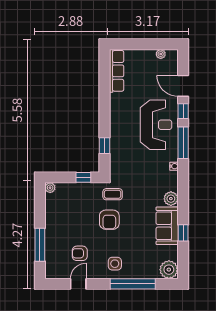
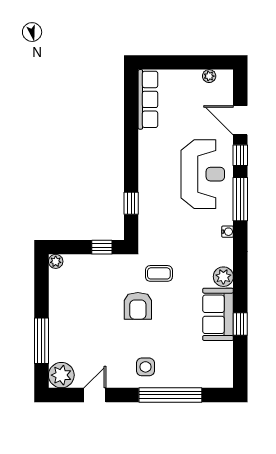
coffee table: (113, 194) -> (159, 273), moved
armchair: (80, 253) -> (97, 353), removed
plant: (169, 270) -> (61, 375), moved

